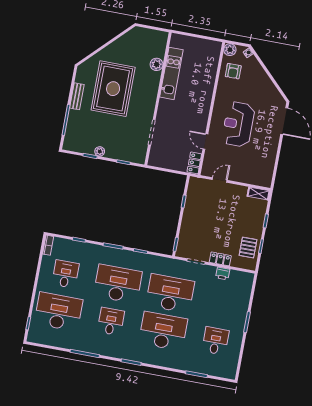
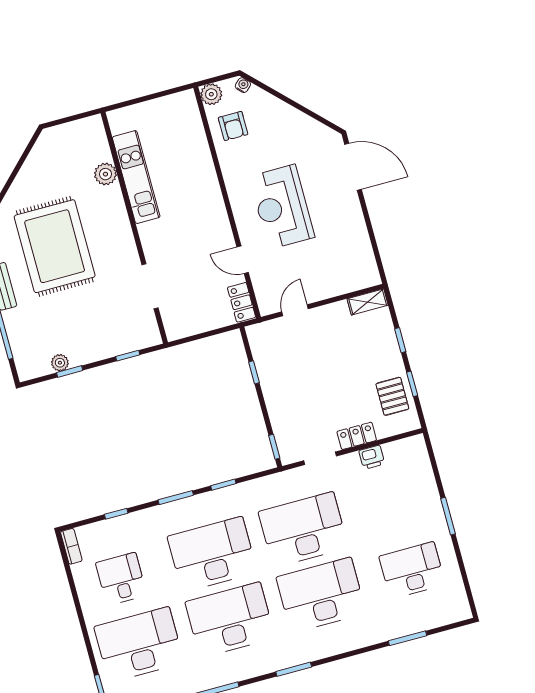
plant: (100, 151) -> (60, 363), moved
desk: (111, 321) -> (230, 620), width x1.87, depth x1.30
desk: (215, 341) -> (412, 570), width x1.37

